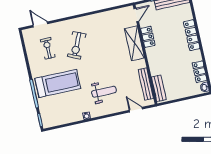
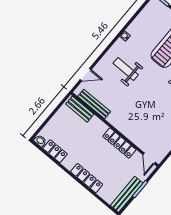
locker: (148, 37) -> (119, 143), width x1.53
shelving: (134, 43) -> (132, 132), removed
weight bench: (104, 92) -> (126, 69), turned 90

